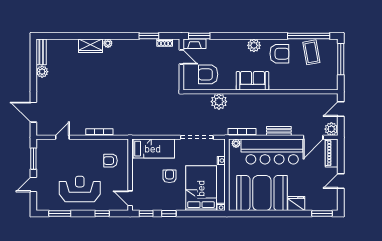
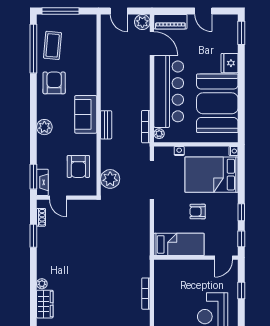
plant: (254, 45) -> (44, 127), moved
coffee table: (311, 52) -> (53, 45), turned -75
door: (181, 57) -> (58, 198), swing flipped
plant: (219, 102) -> (110, 179), moved
bench: (279, 131) -> (106, 125), moved
bed: (153, 149) -> (179, 244), moved, turned 90
armchair: (110, 161) -> (179, 281), removed

